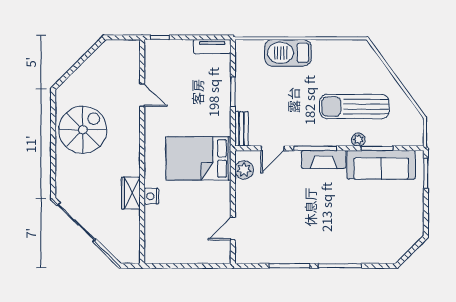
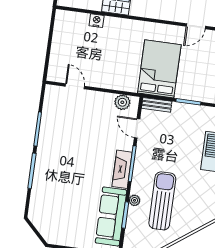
bed: (198, 158) -> (159, 69), moved
nightstand: (151, 196) -> (97, 21), moved

